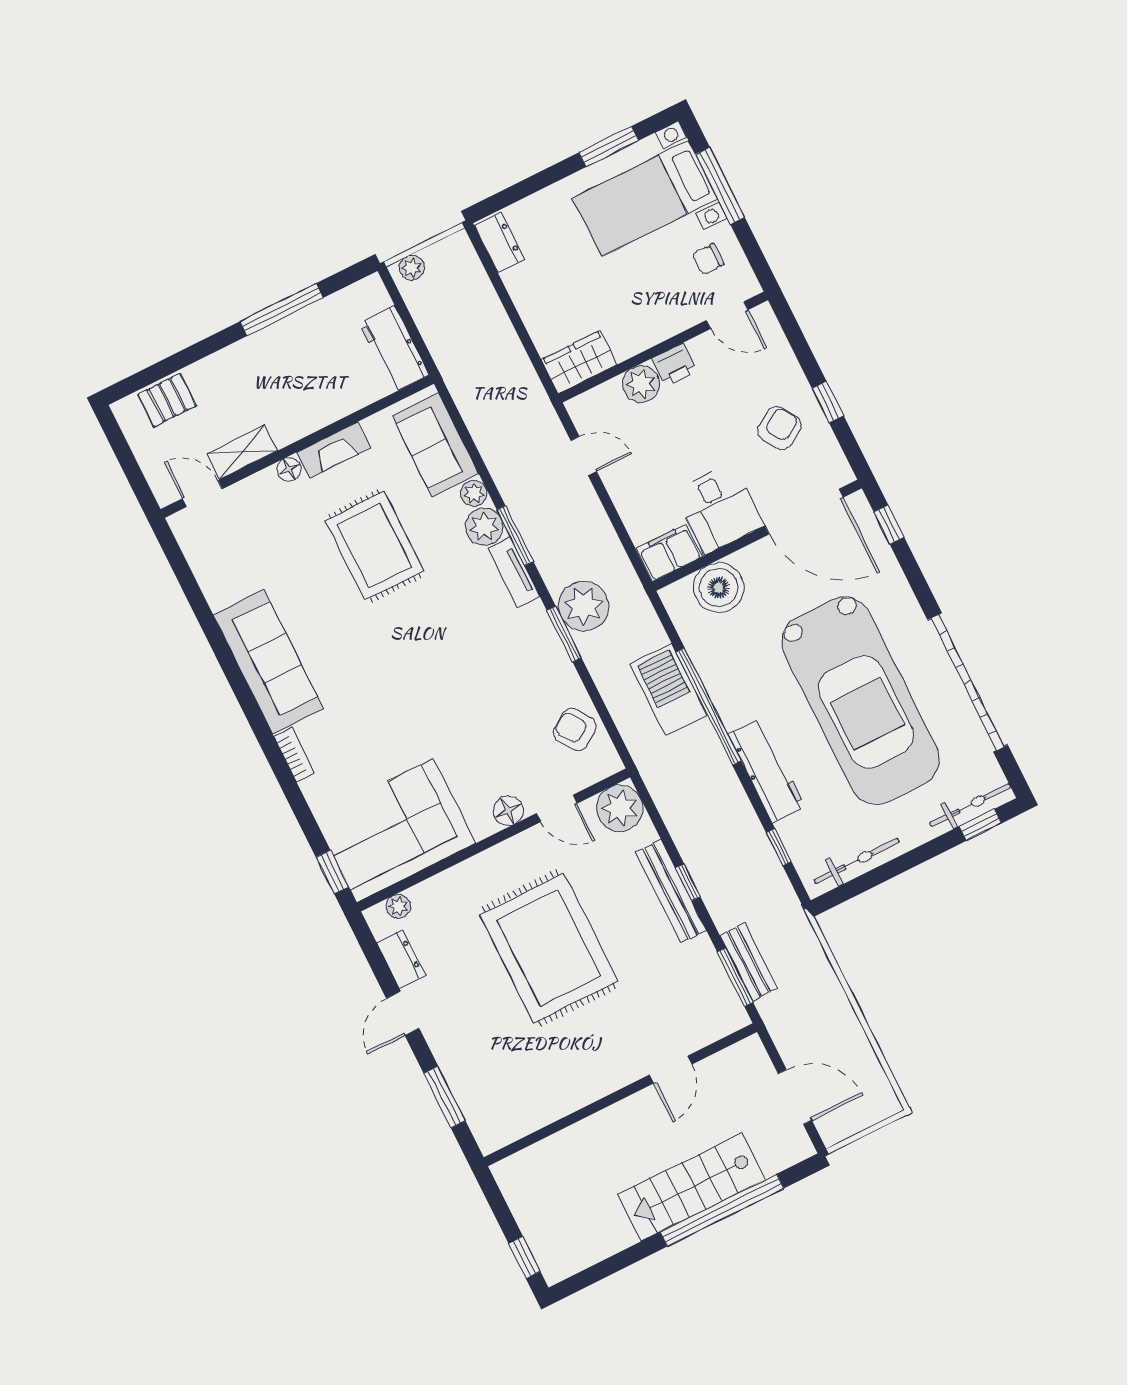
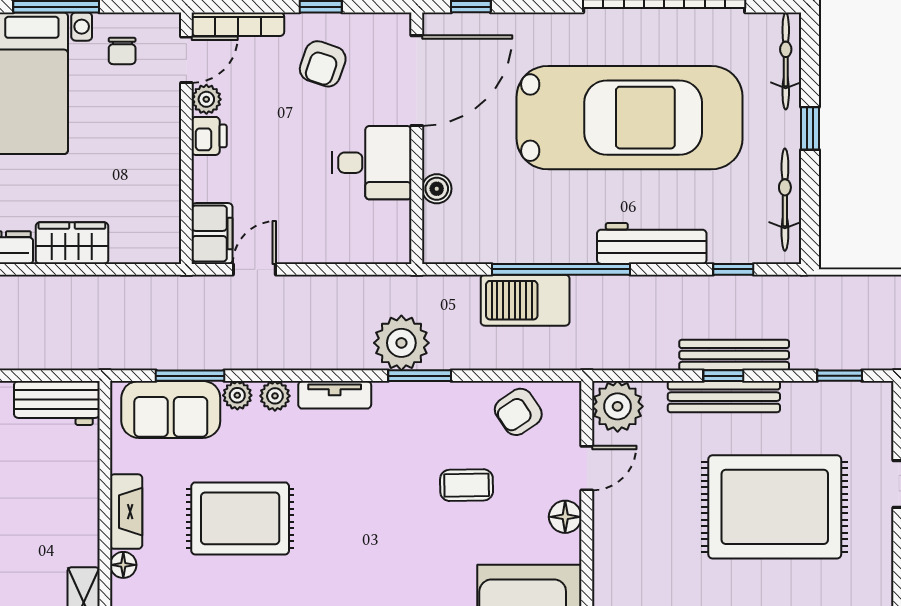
bookcase: (777, 343) -> (238, 24), added
wardrobe: (579, 362) -> (72, 243), moved, turned 90
plant: (641, 384) -> (206, 99), moved, width x0.73, depth x0.73
armchair: (779, 428) -> (323, 64), turned -129
plant: (484, 527) -> (275, 396), width x0.73, depth x0.73
window: (515, 536) -> (190, 376), moved
filing cabinet: (669, 553) -> (212, 233), moved, turned 180
boiler: (719, 588) -> (437, 189), width x0.54, depth x0.54
coffee table: (494, 717) -> (467, 485), added
window: (980, 825) -> (810, 128), moved
rug: (549, 948) -> (775, 507), moved
bench: (749, 962) -> (734, 355), moved, width x1.36
window: (735, 977) -> (840, 376), width x0.67

